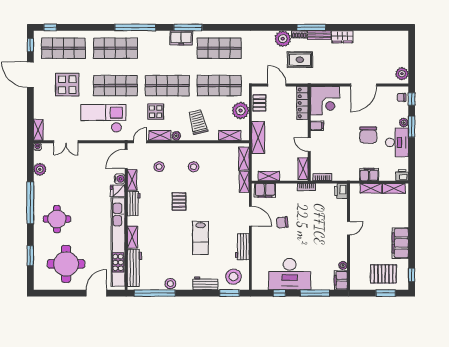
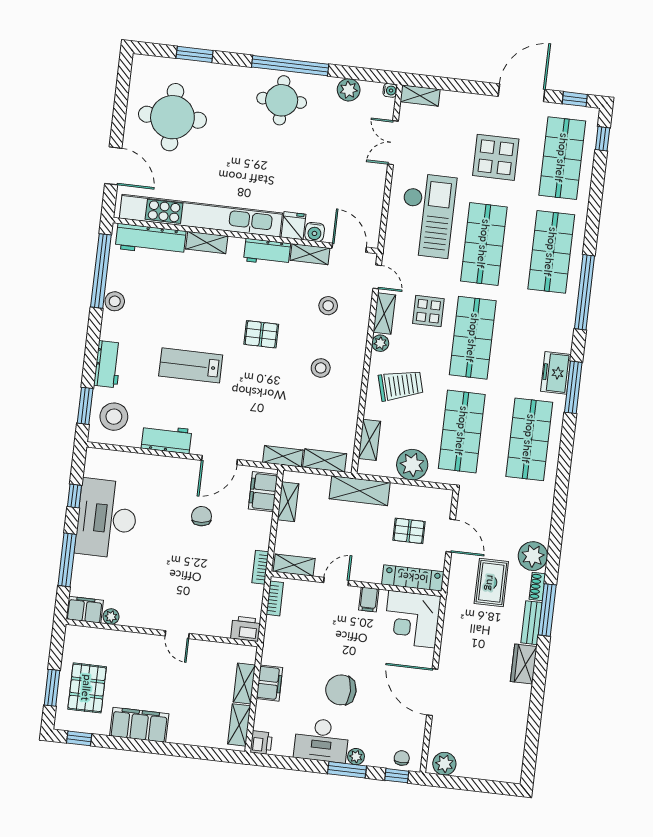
door: (277, 85) -> (451, 536), hinge flipped
pallet: (259, 103) -> (409, 531), moved
round table: (57, 219) -> (282, 100), moved

